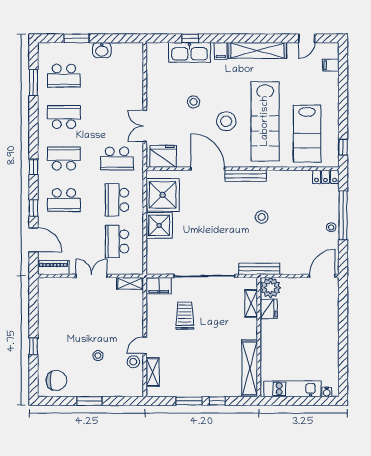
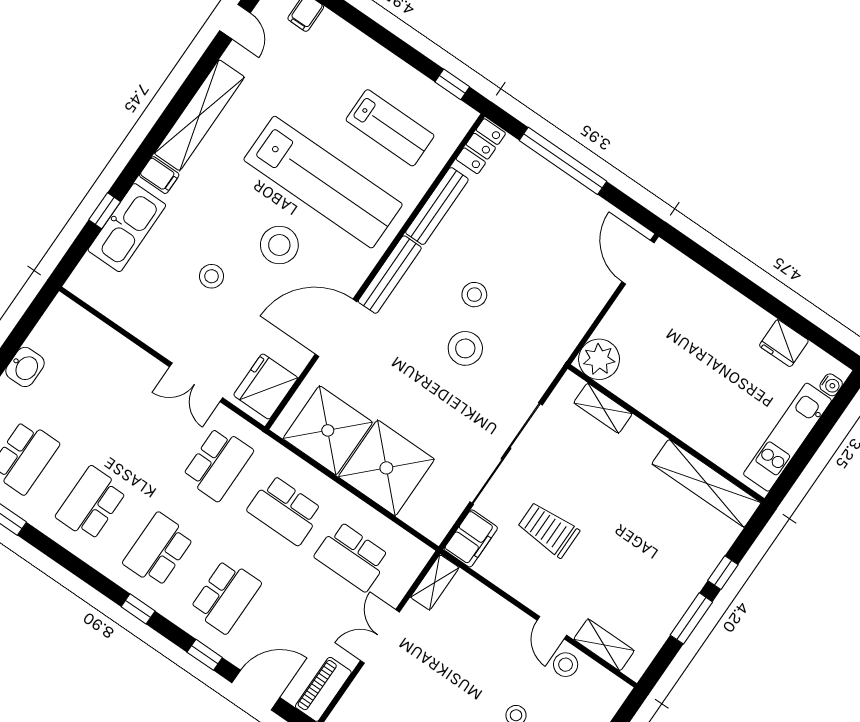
lab bench: (307, 134) -> (390, 128), width x0.73, depth x0.72
shower: (159, 225) -> (386, 468), width x1.37, depth x1.37
stool: (331, 227) -> (465, 348), moved, width x1.89, depth x1.89
bench: (259, 269) -> (437, 206), moved
fridge: (269, 309) -> (784, 343), moved, turned 180

